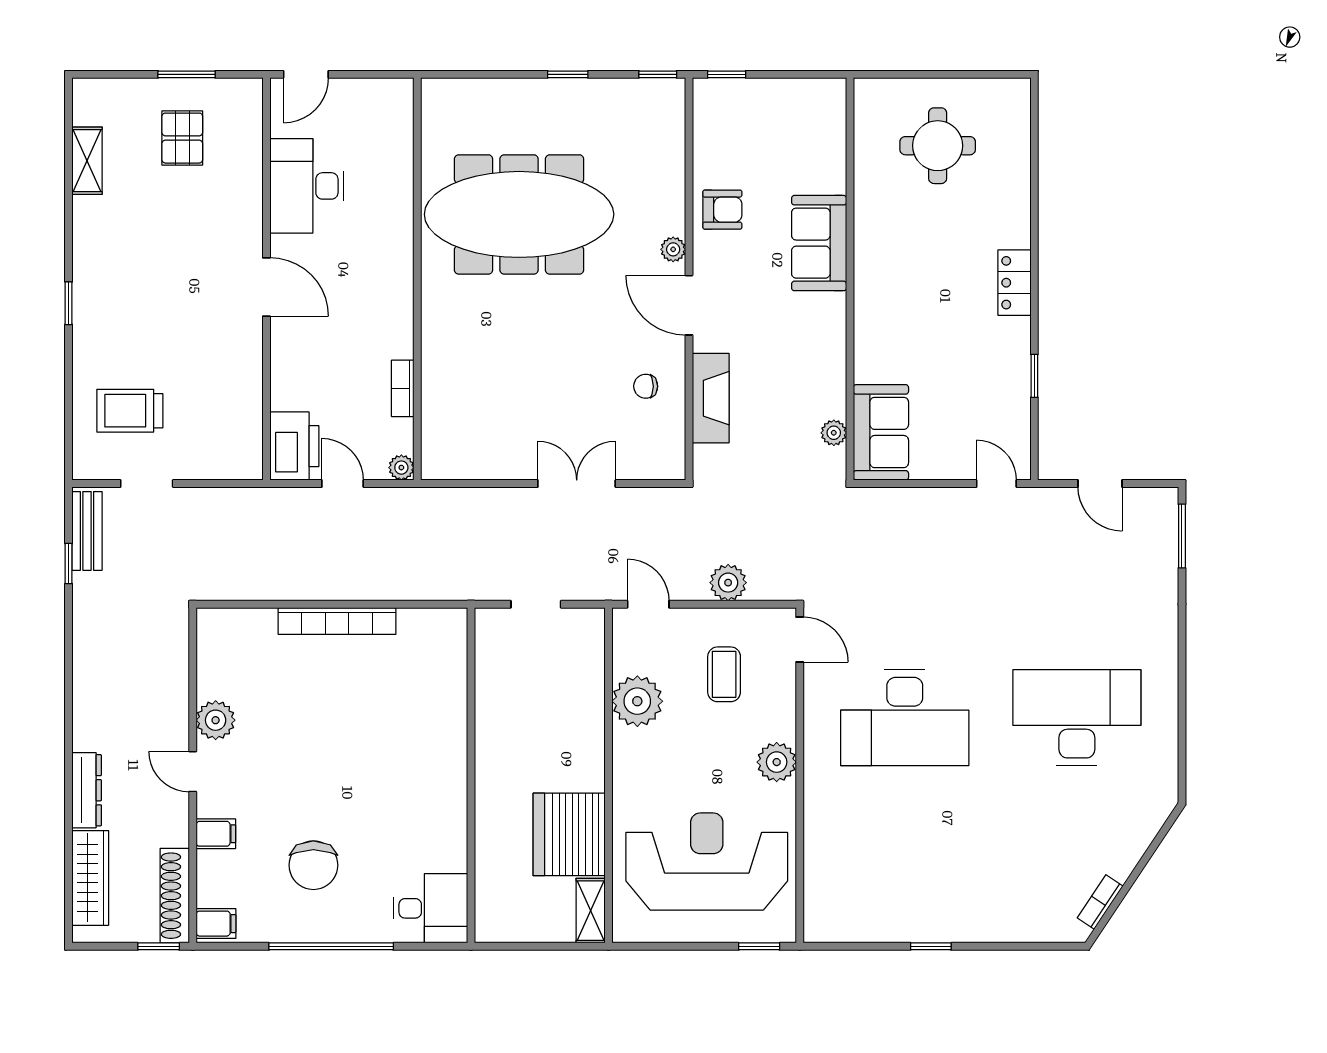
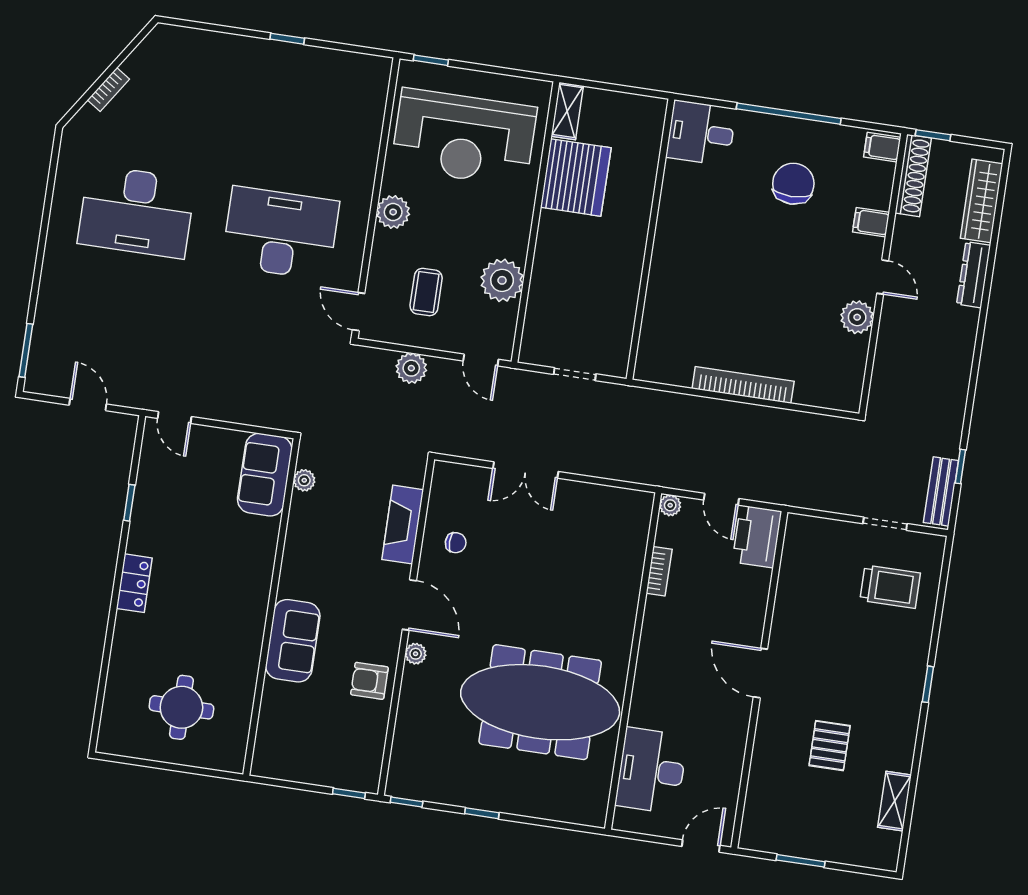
pallet: (182, 138) -> (830, 746), moved
desk: (307, 186) -> (651, 771), moved, turned 180
bookcase: (1100, 902) -> (108, 90), moved

